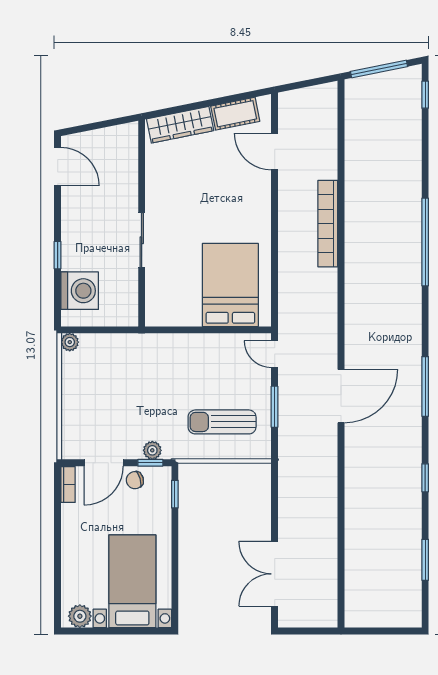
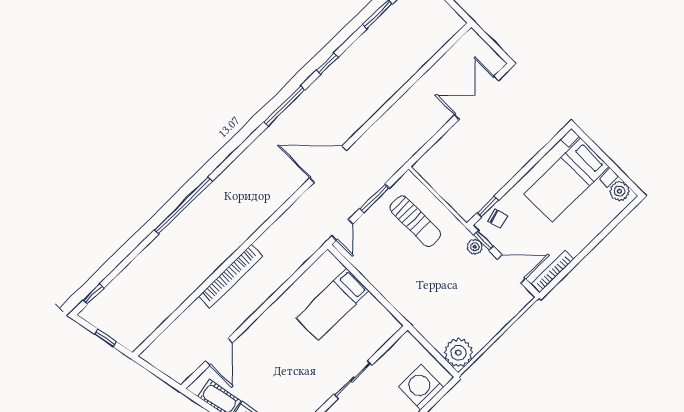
window: (379, 69) -> (106, 338), width x0.46
bed: (230, 285) -> (332, 304), width x0.67
plant: (70, 342) -> (458, 353), width x1.87, depth x1.87
window: (425, 386) -> (284, 106), moved
chair: (135, 480) -> (498, 218), moved
bookcase: (68, 485) -> (552, 272), width x1.56
double door: (275, 574) -> (476, 98), swing flipped

